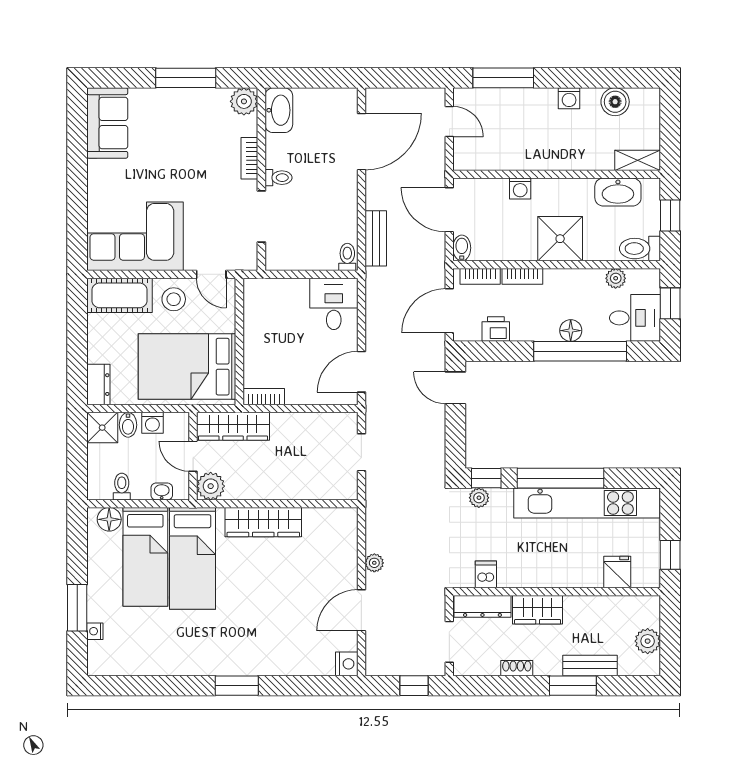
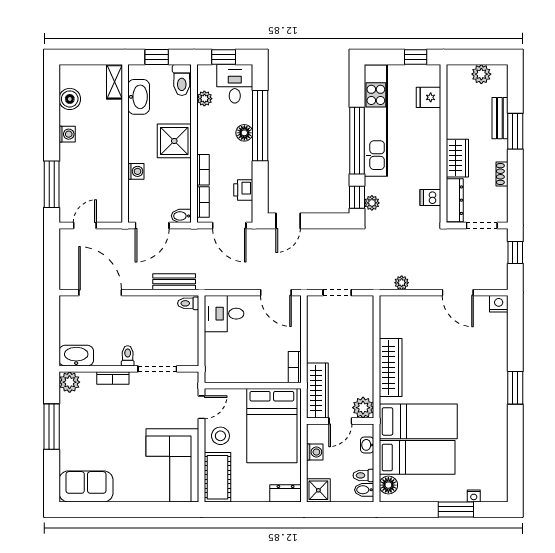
bidet: (128, 425) -> (364, 490), moved, turned 180
plant: (374, 563) -> (402, 283), moved

